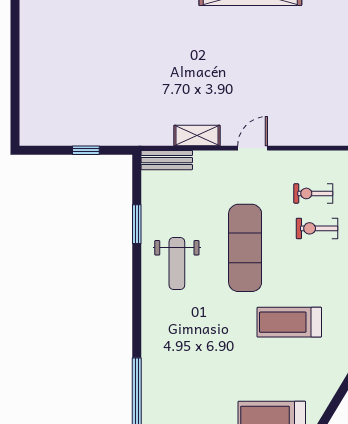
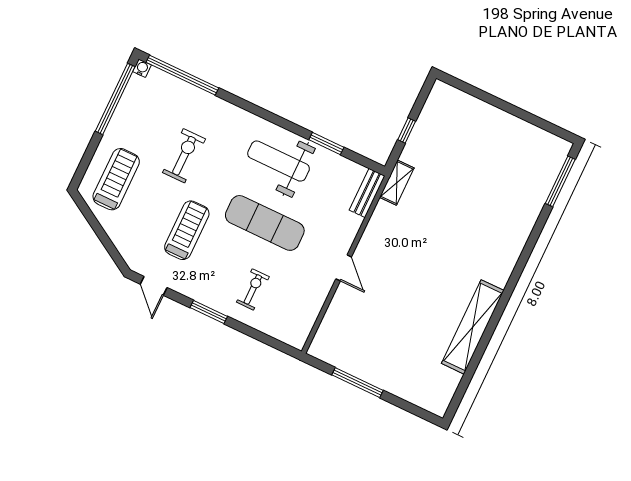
shelving: (197, 136) -> (397, 183), moved
exercise bike: (313, 193) -> (184, 156), moved, width x1.38, depth x1.39
weight bench: (177, 264) -> (279, 161), width x1.36, depth x1.33

